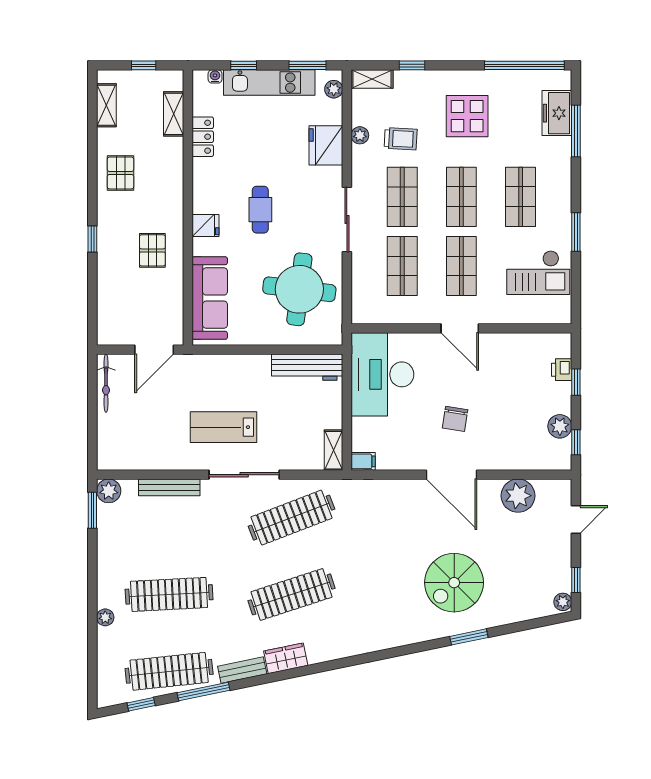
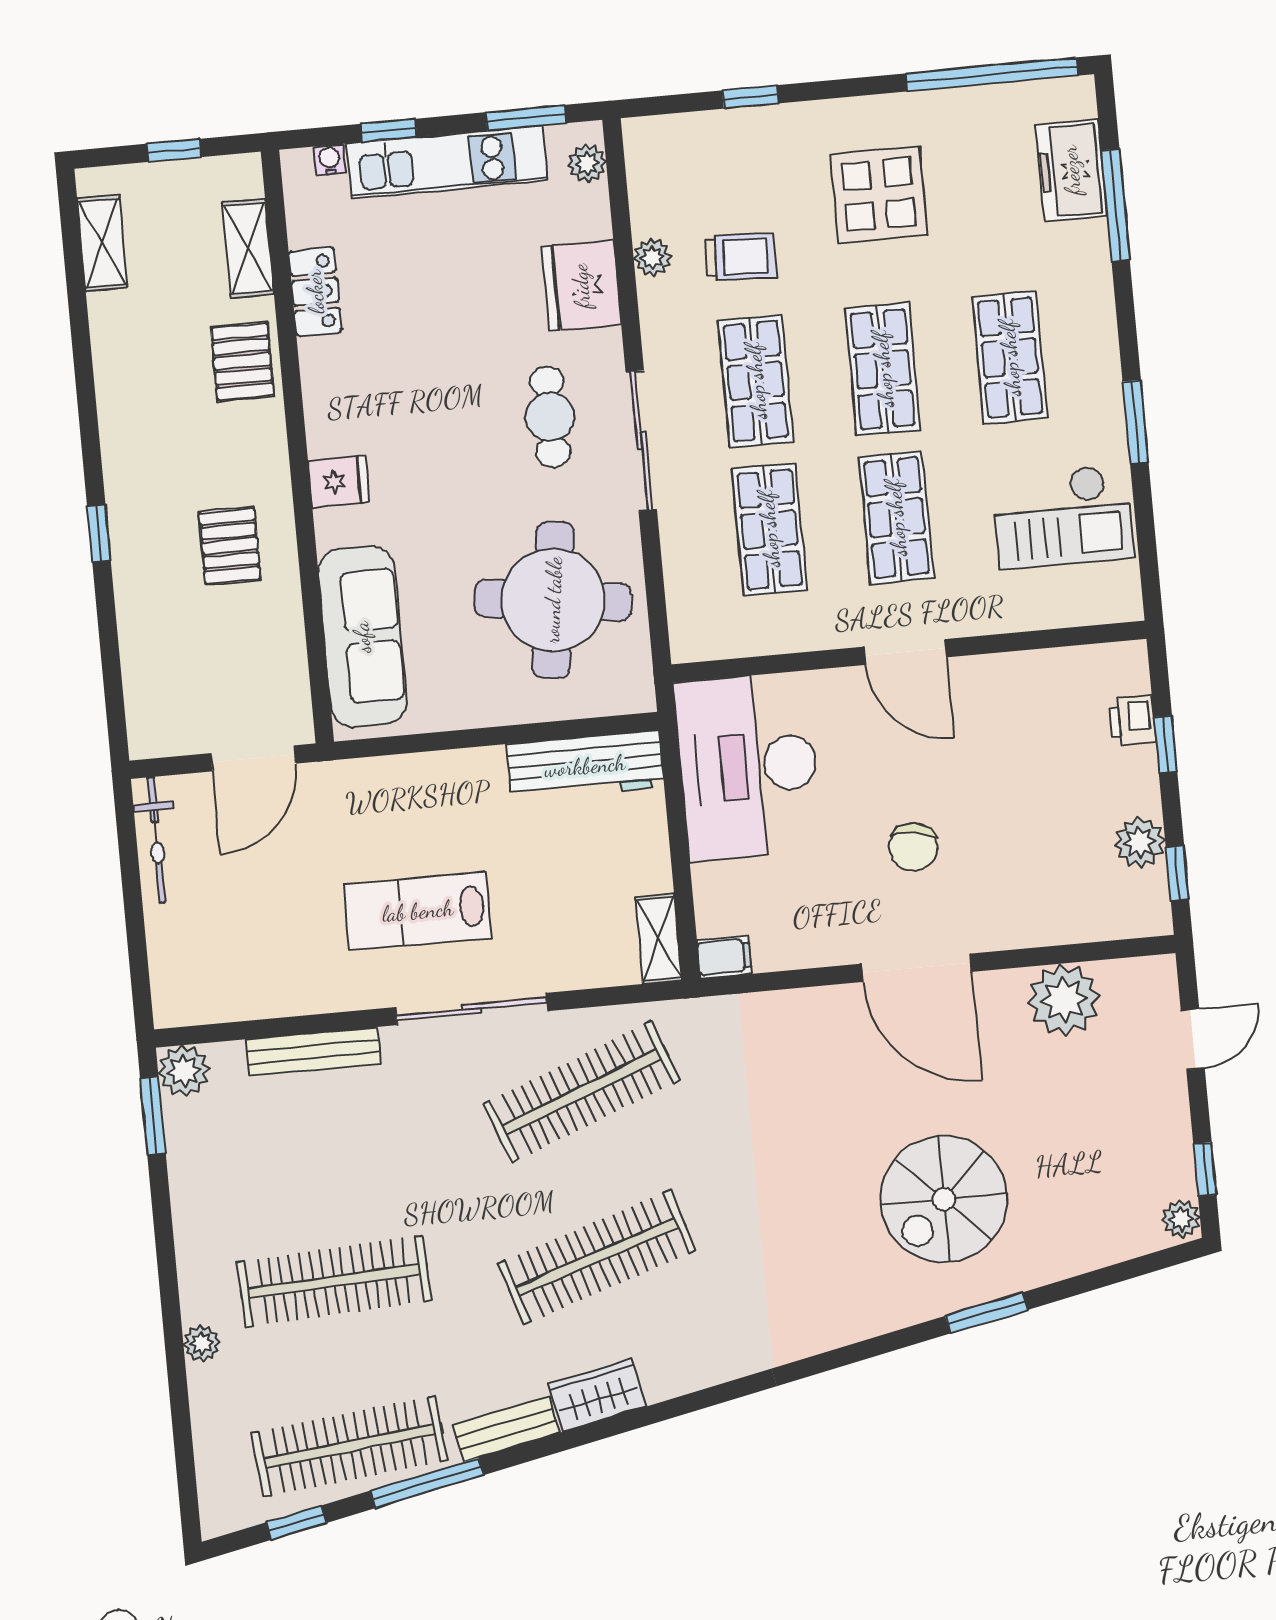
shelving: (372, 79) -> (667, 134), removed
pallet: (121, 173) -> (242, 362), moved
cafe table: (260, 210) -> (550, 417), moved

